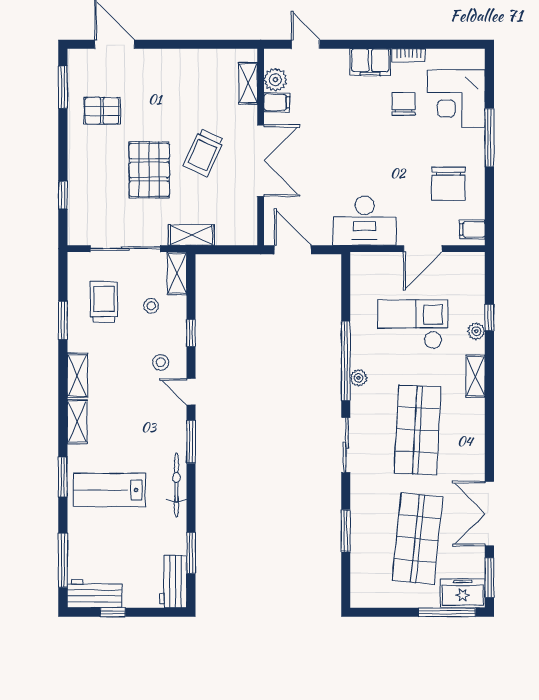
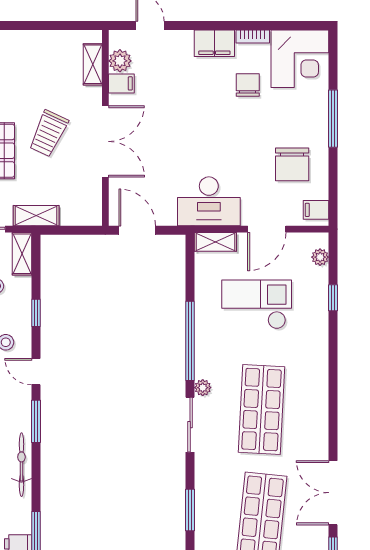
corner desk: (456, 99) -> (300, 59), moved, turned -90
plant: (476, 331) -> (320, 257), moved
shelving: (475, 376) -> (215, 242), moved, turned 90
plant: (358, 378) -> (203, 388), moved

